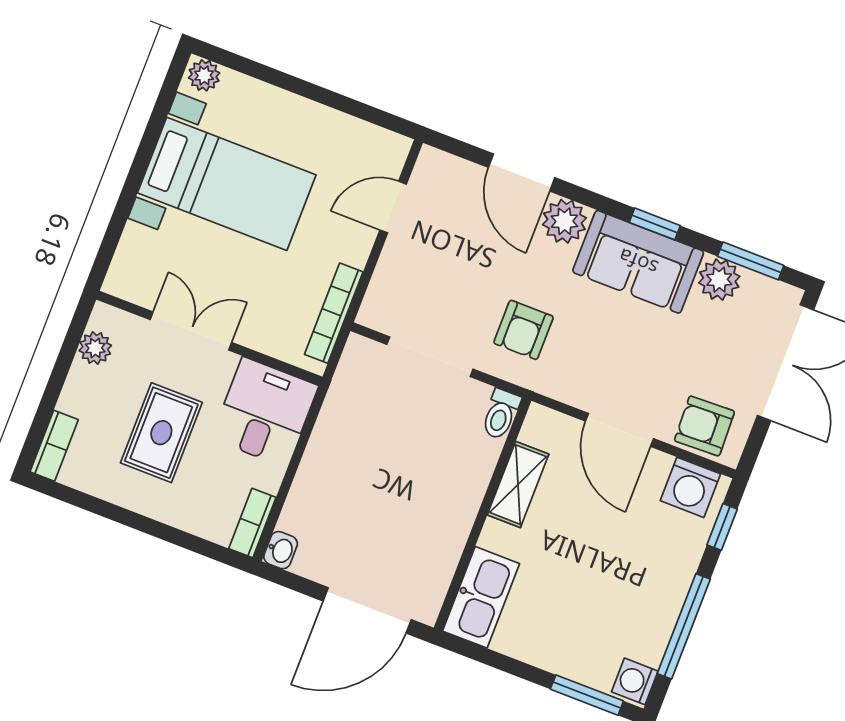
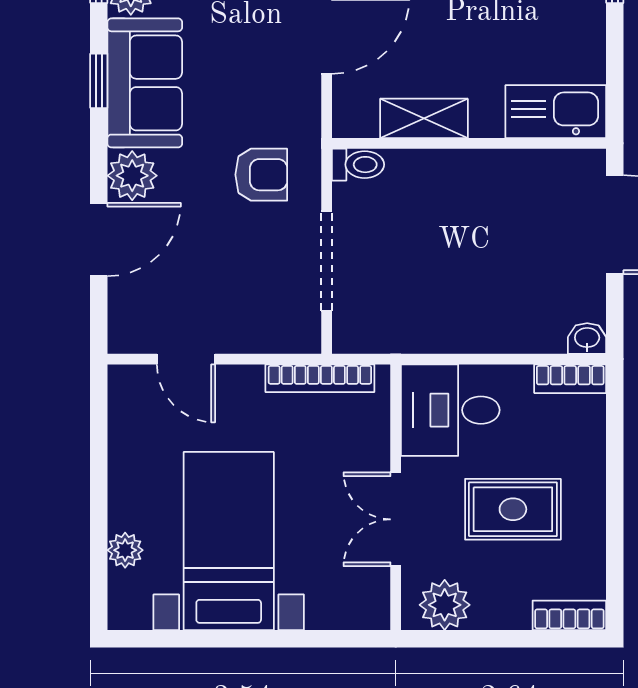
plant: (204, 75) -> (125, 550), moved
plant: (95, 348) -> (445, 605), width x1.38, depth x1.38

